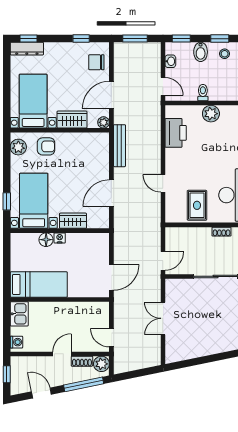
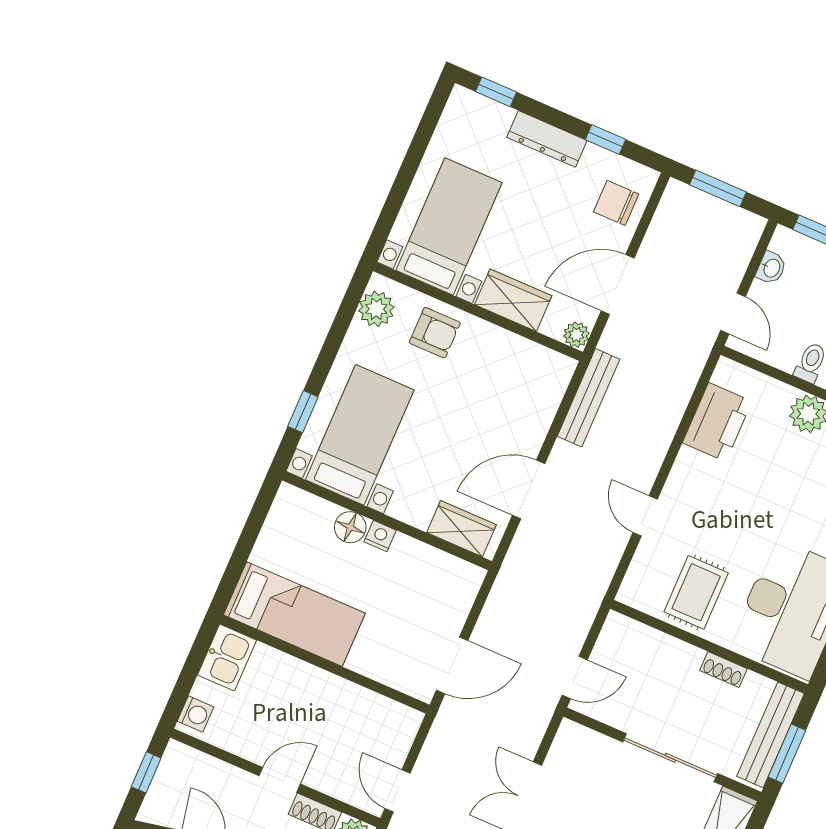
dresser: (27, 49) -> (547, 139), moved
wardrobe: (73, 221) -> (461, 529), moved

